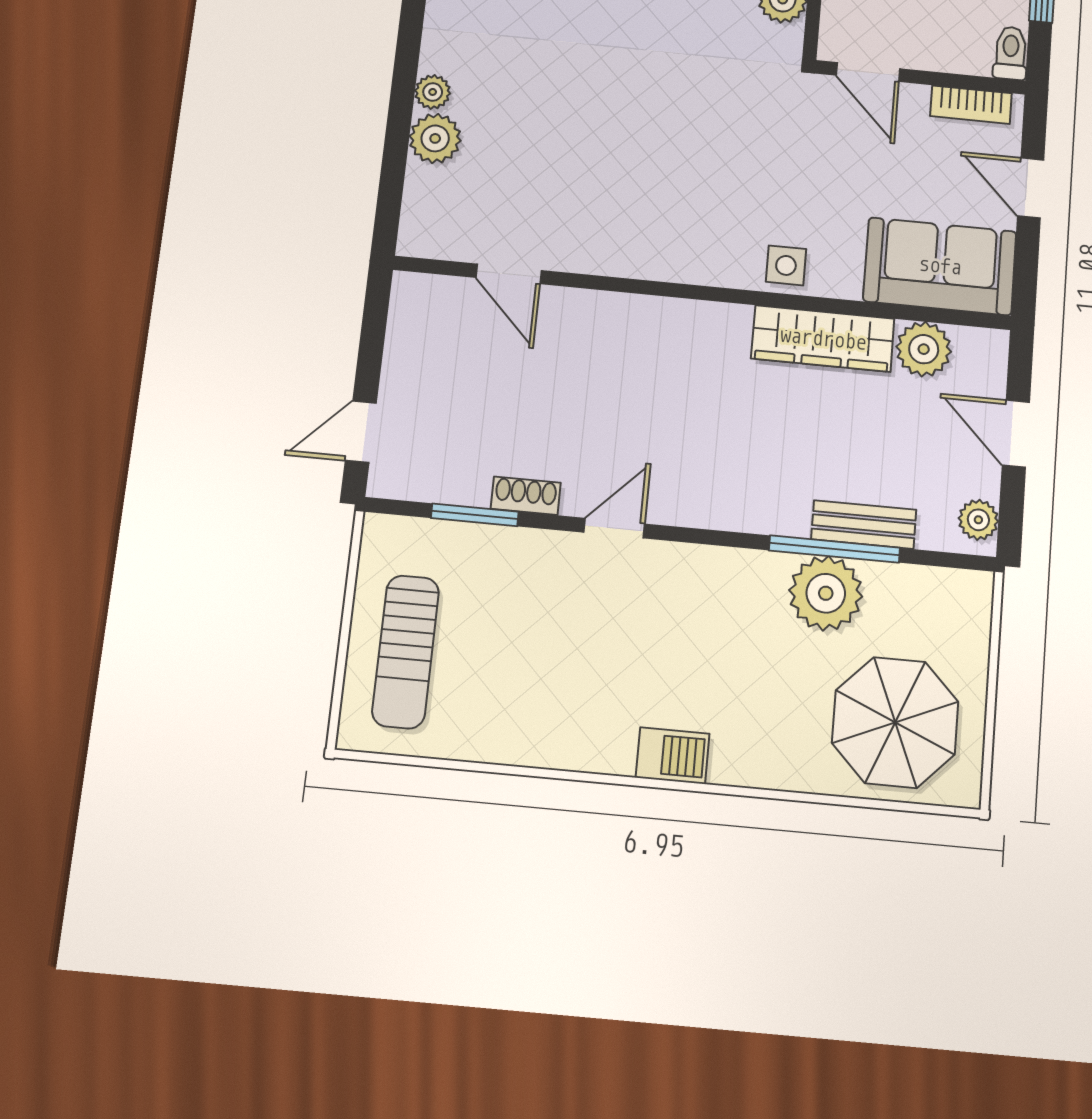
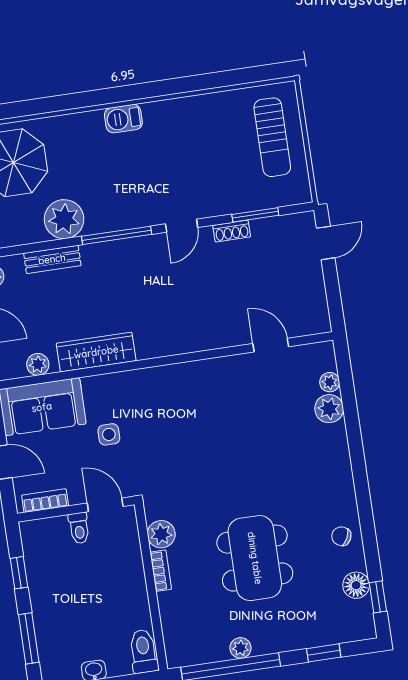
toilet: (1011, 53) -> (79, 528), moved
plant: (433, 92) -> (330, 382), moved
side table: (786, 265) -> (109, 434), moved
plant: (924, 349) -> (38, 364), width x0.73, depth x0.73
window: (834, 549) -> (117, 235), moved
sun lounger: (406, 652) -> (272, 137), turned 180

